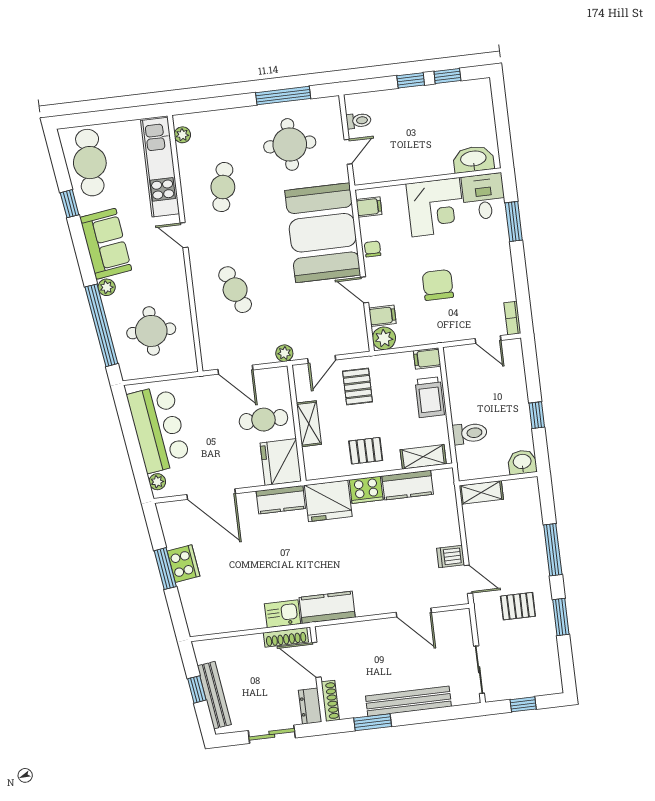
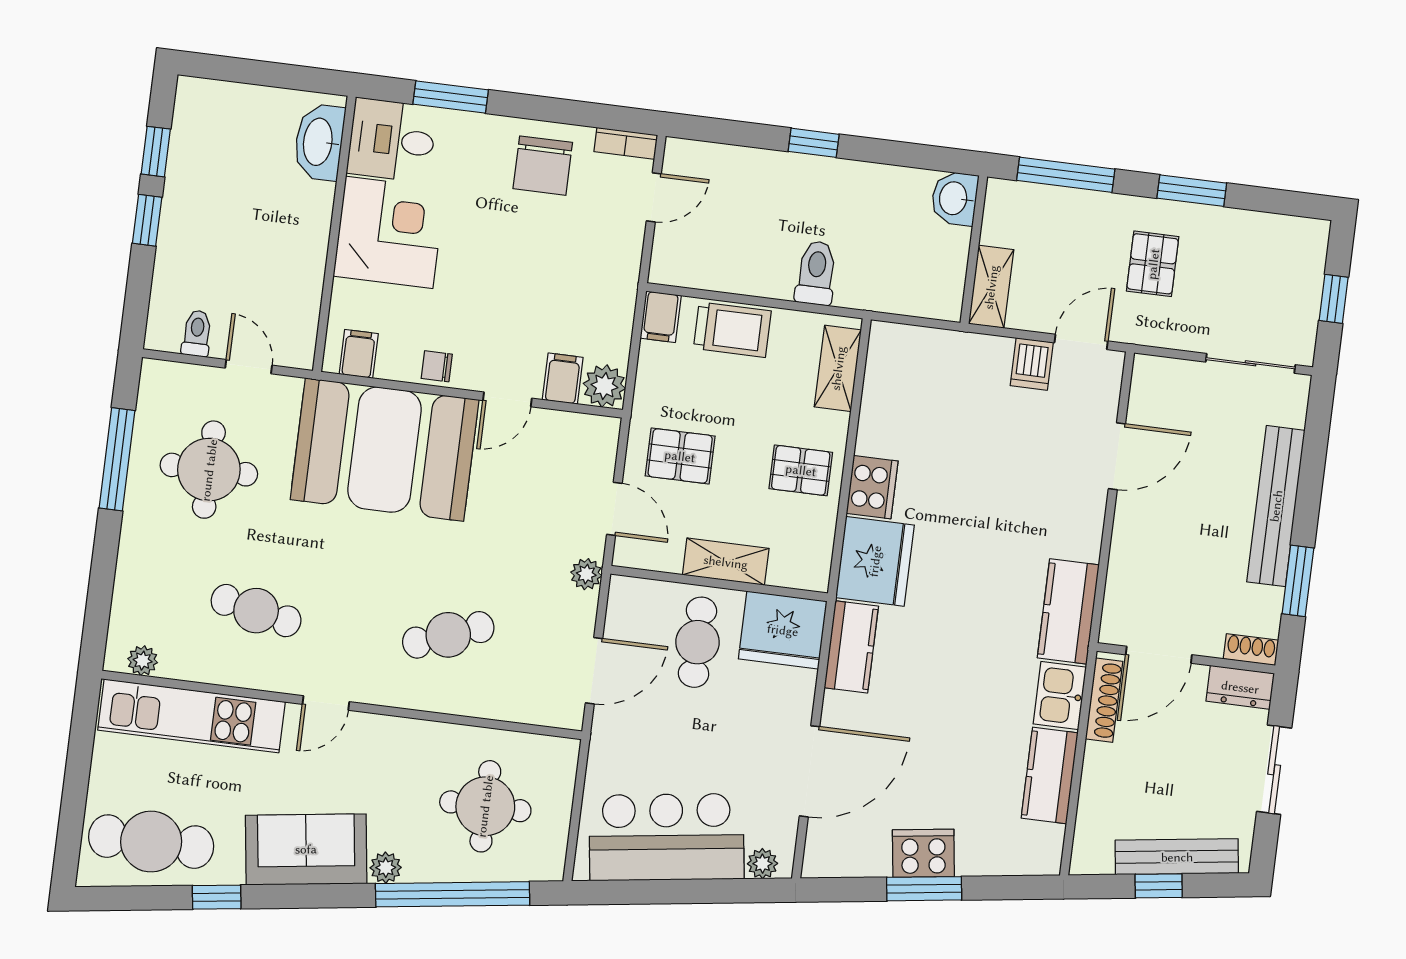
chair: (438, 285) -> (543, 166), moved, turned -90
pallet: (366, 451) -> (801, 470), turned 90
washbasin: (522, 462) -> (954, 198), moved
wall: (498, 479) -> (974, 250), moved
kitchen counter: (408, 485) -> (1050, 775), moved, turned 180
shelving: (481, 492) -> (991, 287), moved
shoe rack: (330, 701) -> (1251, 650), width x0.70

